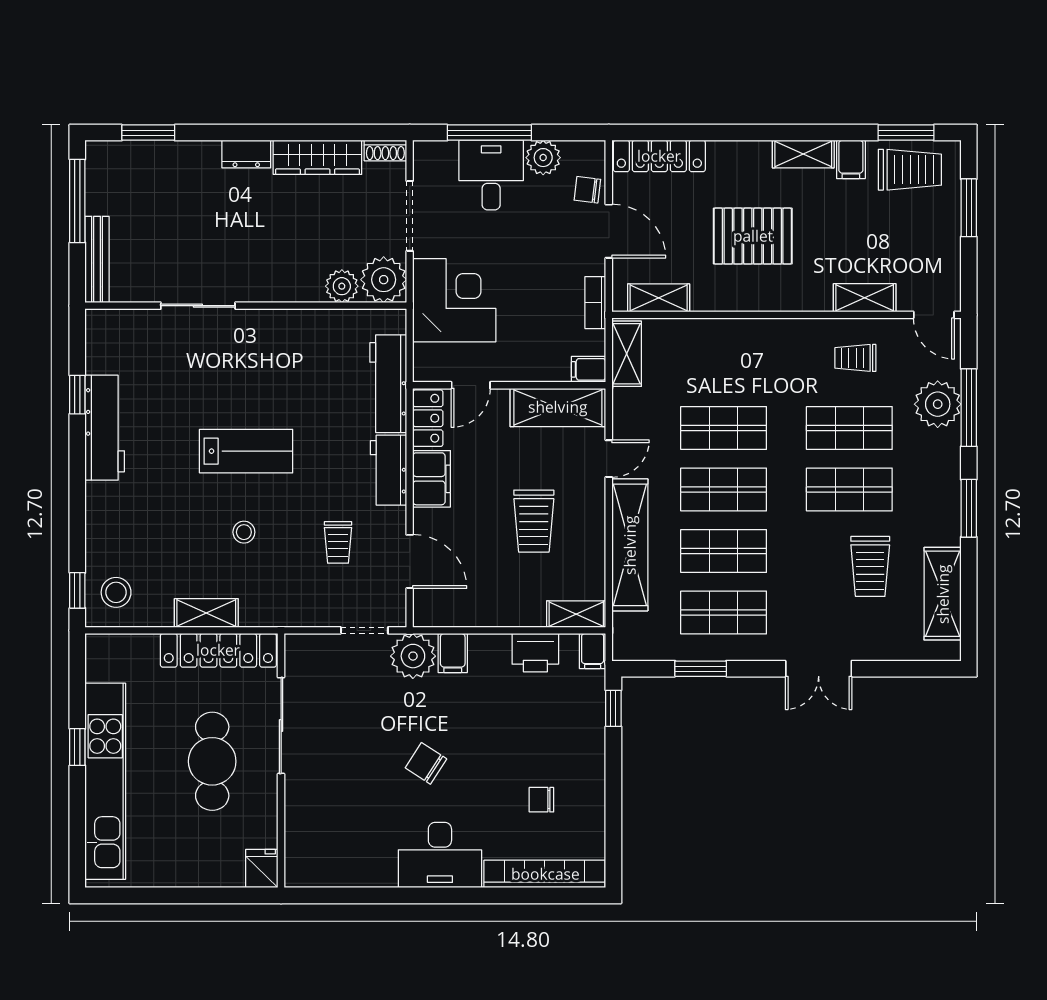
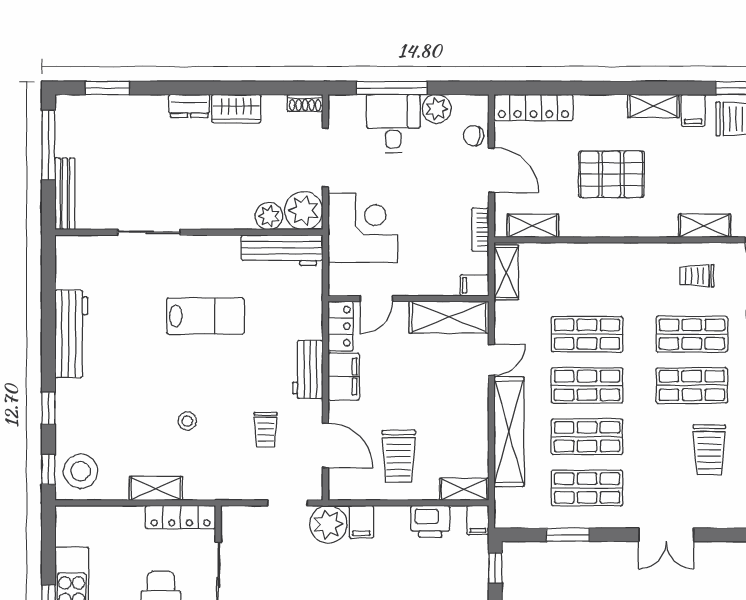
wardrobe: (317, 157) -> (236, 109), width x0.67
workbench: (388, 384) -> (282, 250), moved, turned -90
window: (77, 395) -> (48, 408), moved
lab bench: (246, 451) -> (205, 316), moved
trolley: (534, 521) -> (399, 456), moved
stool: (116, 592) -> (81, 471), width x1.38, depth x1.38
locker: (218, 650) -> (181, 517), width x0.71, depth x0.83

